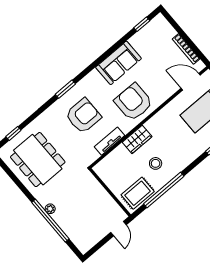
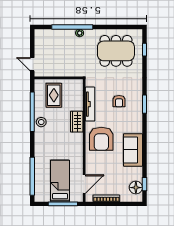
floor lamp: (152, 30) -> (136, 188), added
armchair: (133, 102) -> (101, 139), turned 90
armchair: (83, 116) -> (119, 101), width x0.53, depth x0.53
tv unit: (110, 141) -> (90, 104), width x1.41
stool: (156, 163) -> (41, 122), moved
rug: (138, 193) -> (54, 95), moved

